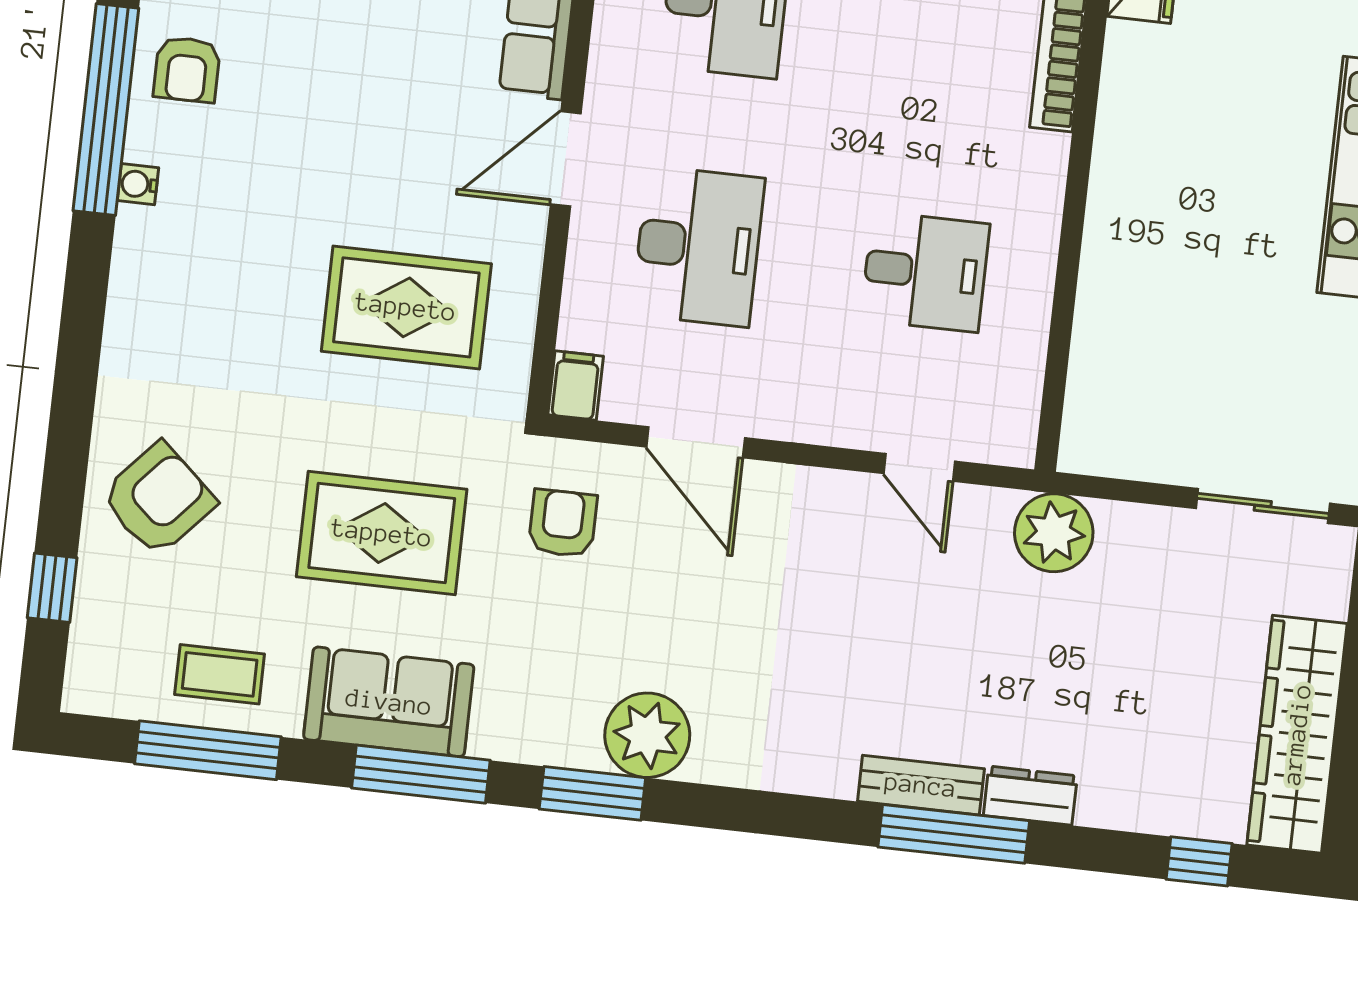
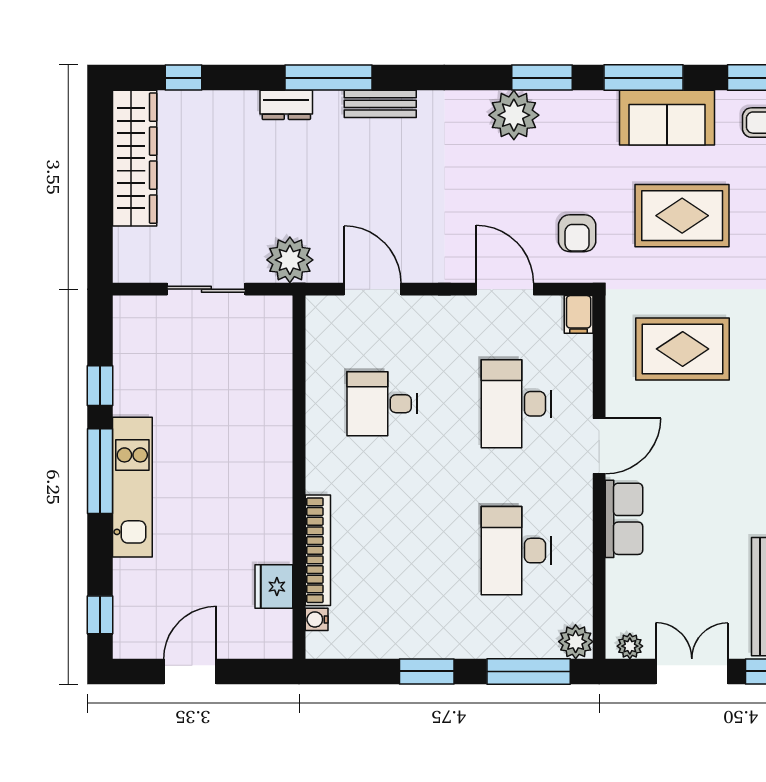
door: (919, 467) -> (373, 289), width x1.38
sliding door: (1263, 506) -> (206, 289), moved
bench: (921, 785) -> (380, 104), moved

